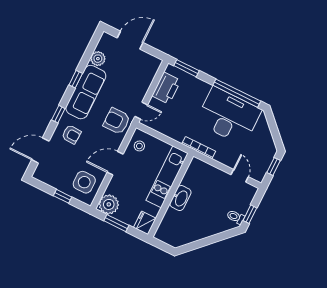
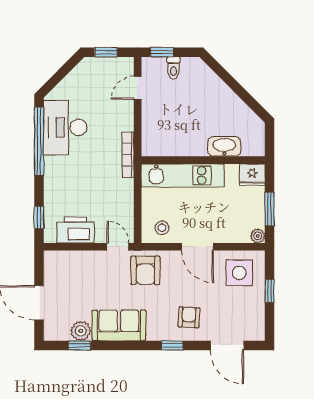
window: (187, 68) -> (39, 217), width x0.67
window: (76, 79) -> (80, 345), moved
sofa: (86, 92) -> (119, 325), width x0.73
desk: (229, 116) -> (65, 127), width x0.73, depth x0.77
washbasin: (180, 198) -> (224, 146), moved
plant: (109, 204) -> (258, 236), width x0.53, depth x0.53
window: (250, 214) -> (162, 52), moved
toilet: (236, 217) -> (173, 68), moved

